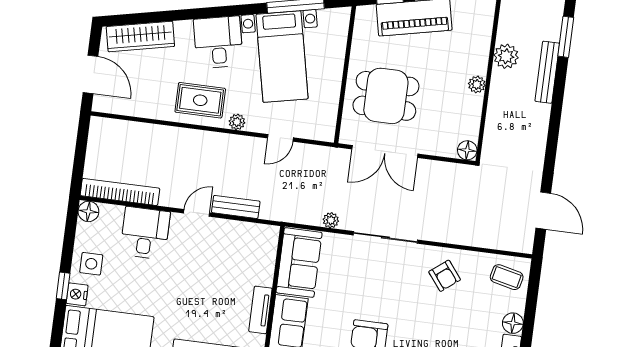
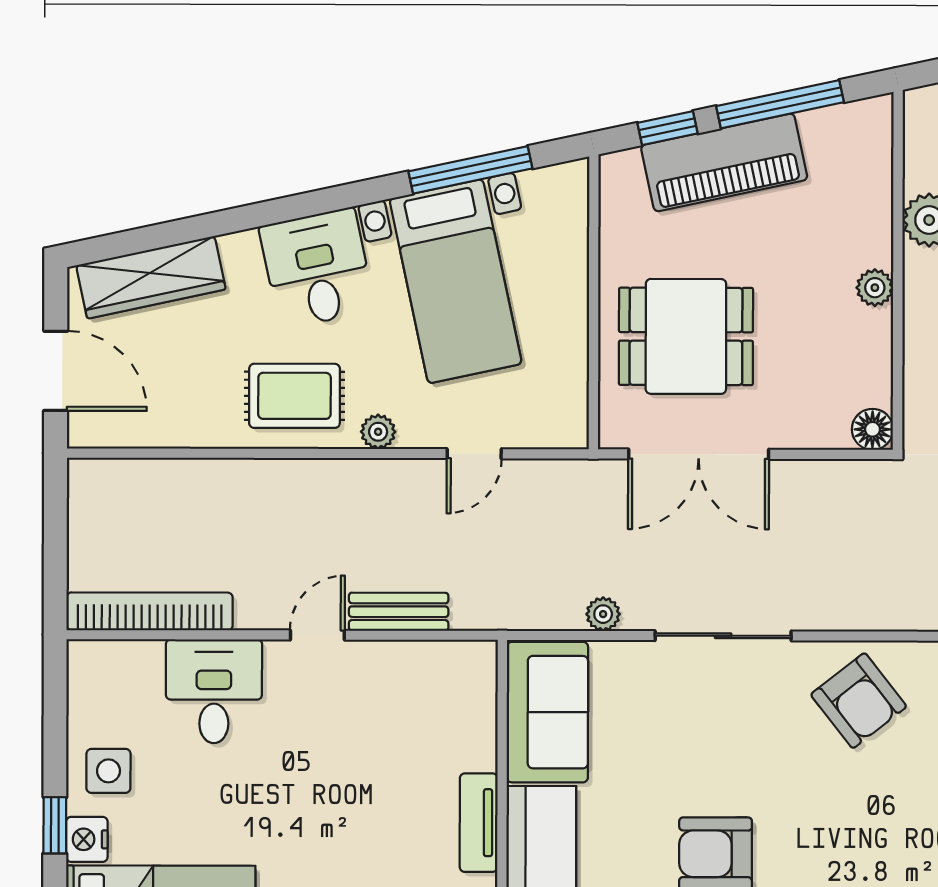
floor lamp: (88, 211) -> (88, 661), removed
armchair: (445, 276) -> (859, 701), width x1.38, depth x1.38

